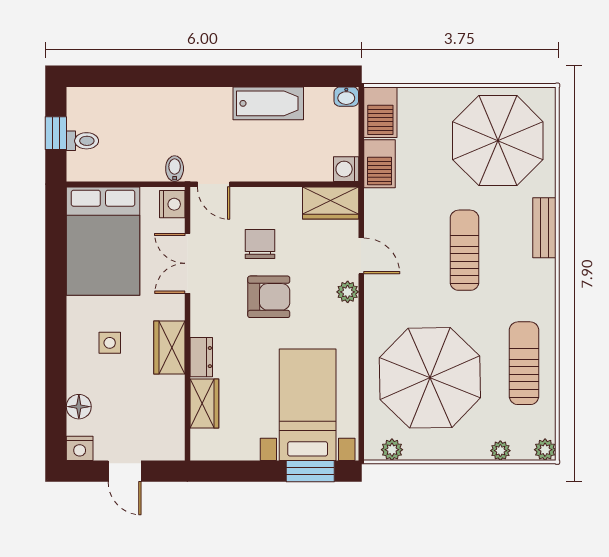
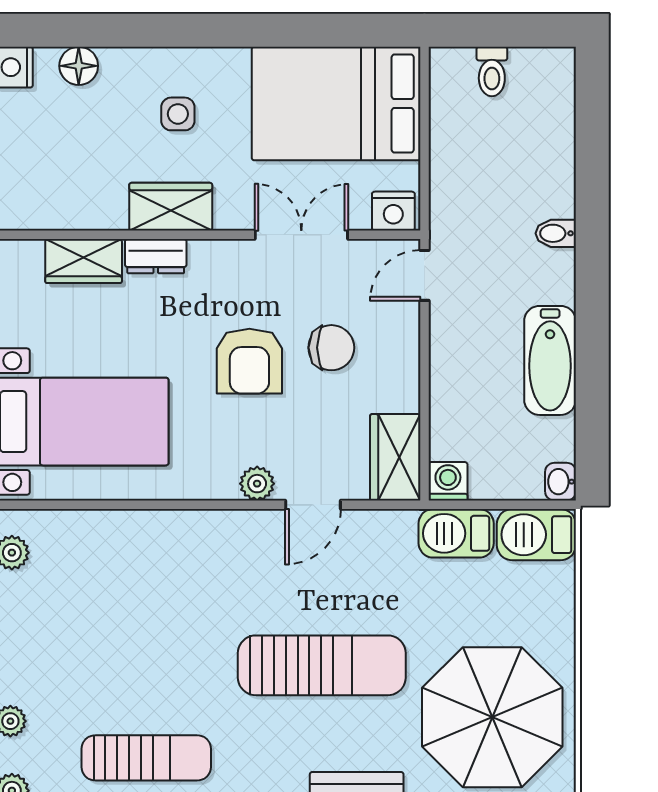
window: (56, 133) -> (504, 30), removed
bidet: (175, 169) -> (556, 233), moved, turned 180
sun lounger: (464, 250) -> (322, 665), width x1.36, depth x1.34
parasol: (430, 378) -> (123, 612), removed

